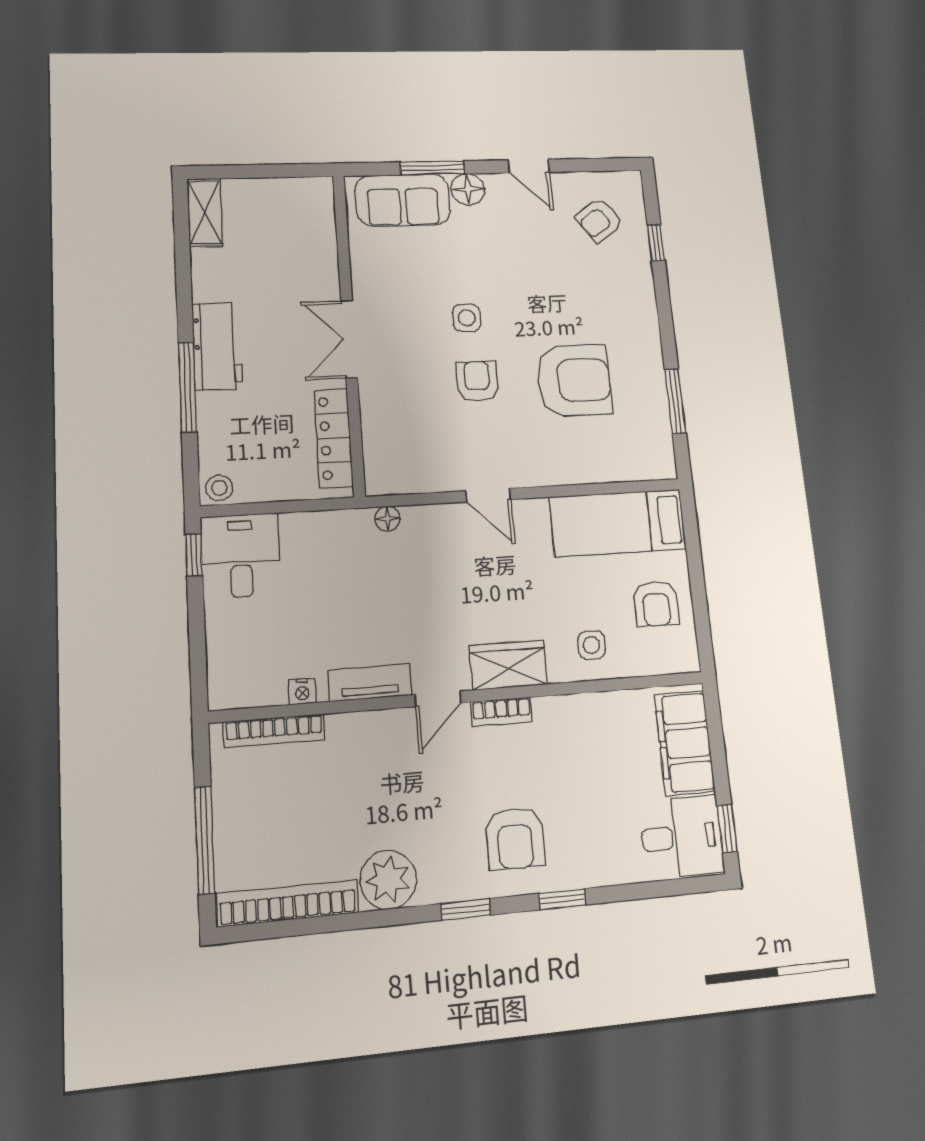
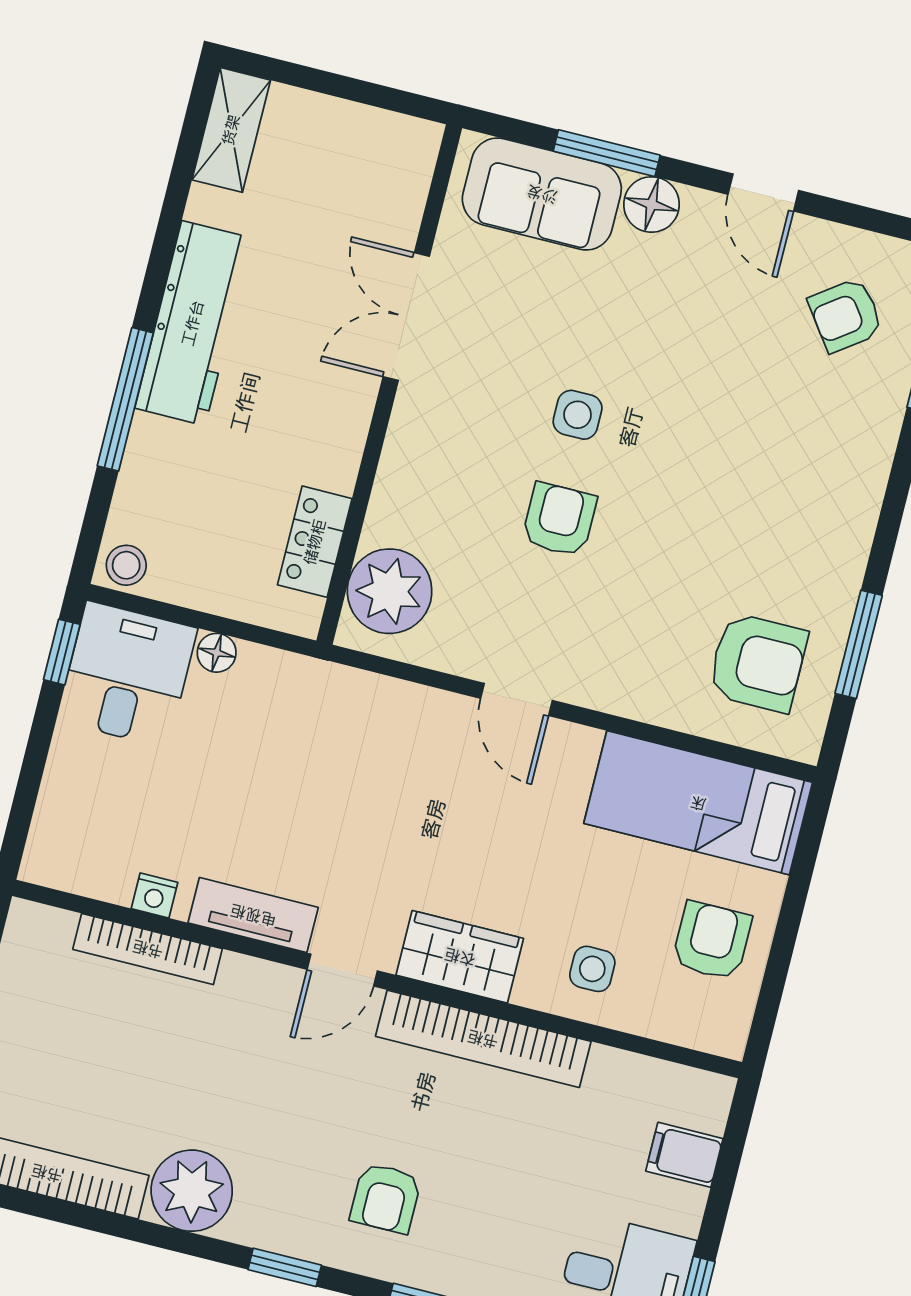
double door: (349, 339) -> (406, 317), moved
workbench: (217, 346) -> (193, 323), width x1.38
armchair: (574, 380) -> (758, 663), moved, width x0.73, depth x0.73
locker: (334, 438) -> (315, 542), width x0.66
plant: (390, 454) -> (390, 591), added
floor lamp: (387, 519) -> (217, 653), moved
armchair: (656, 603) -> (712, 941), turned 180
bookcase: (501, 712) -> (483, 1039), width x2.31, depth x1.31
bookcase: (274, 731) -> (148, 949), moved
filing cabinet: (685, 743) -> (684, 1155), width x0.33, depth x0.86
armchair: (515, 838) -> (386, 1198), width x0.72, depth x0.72

